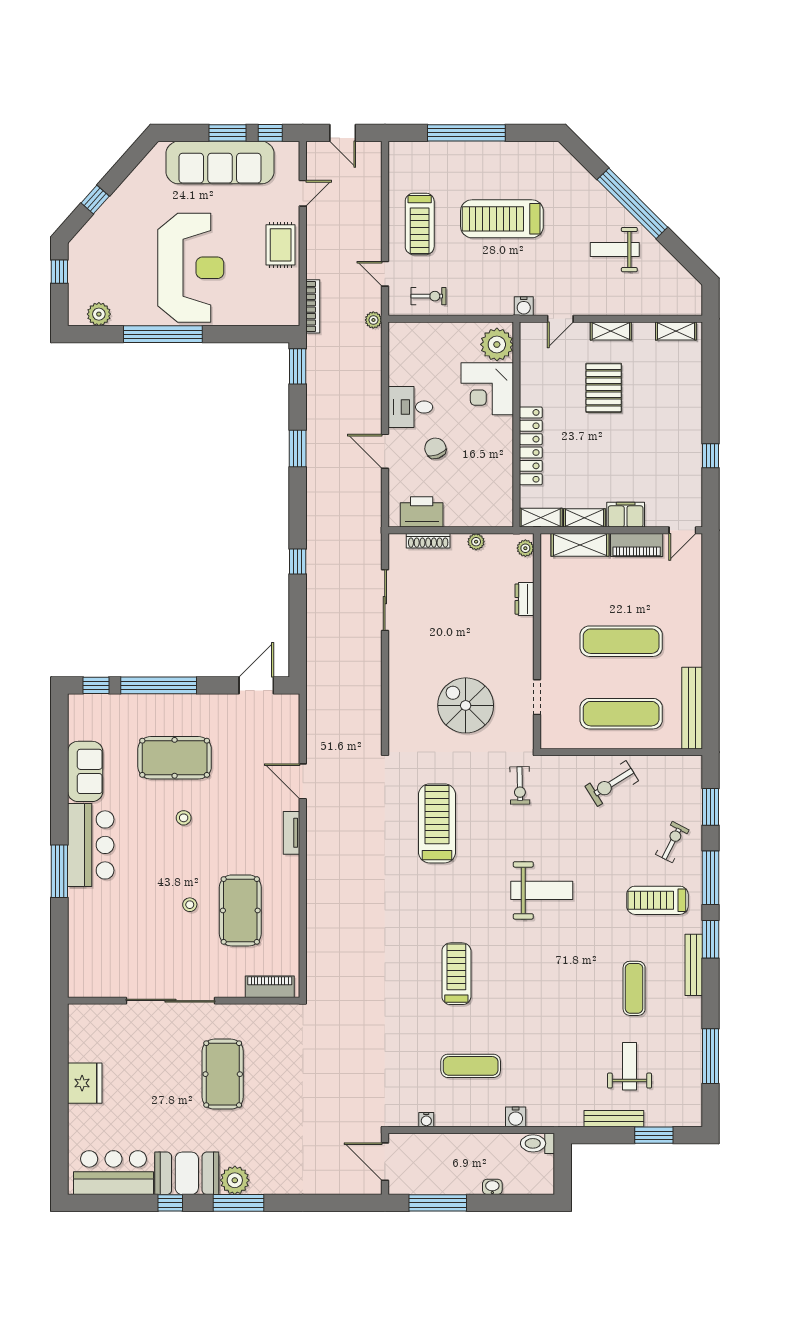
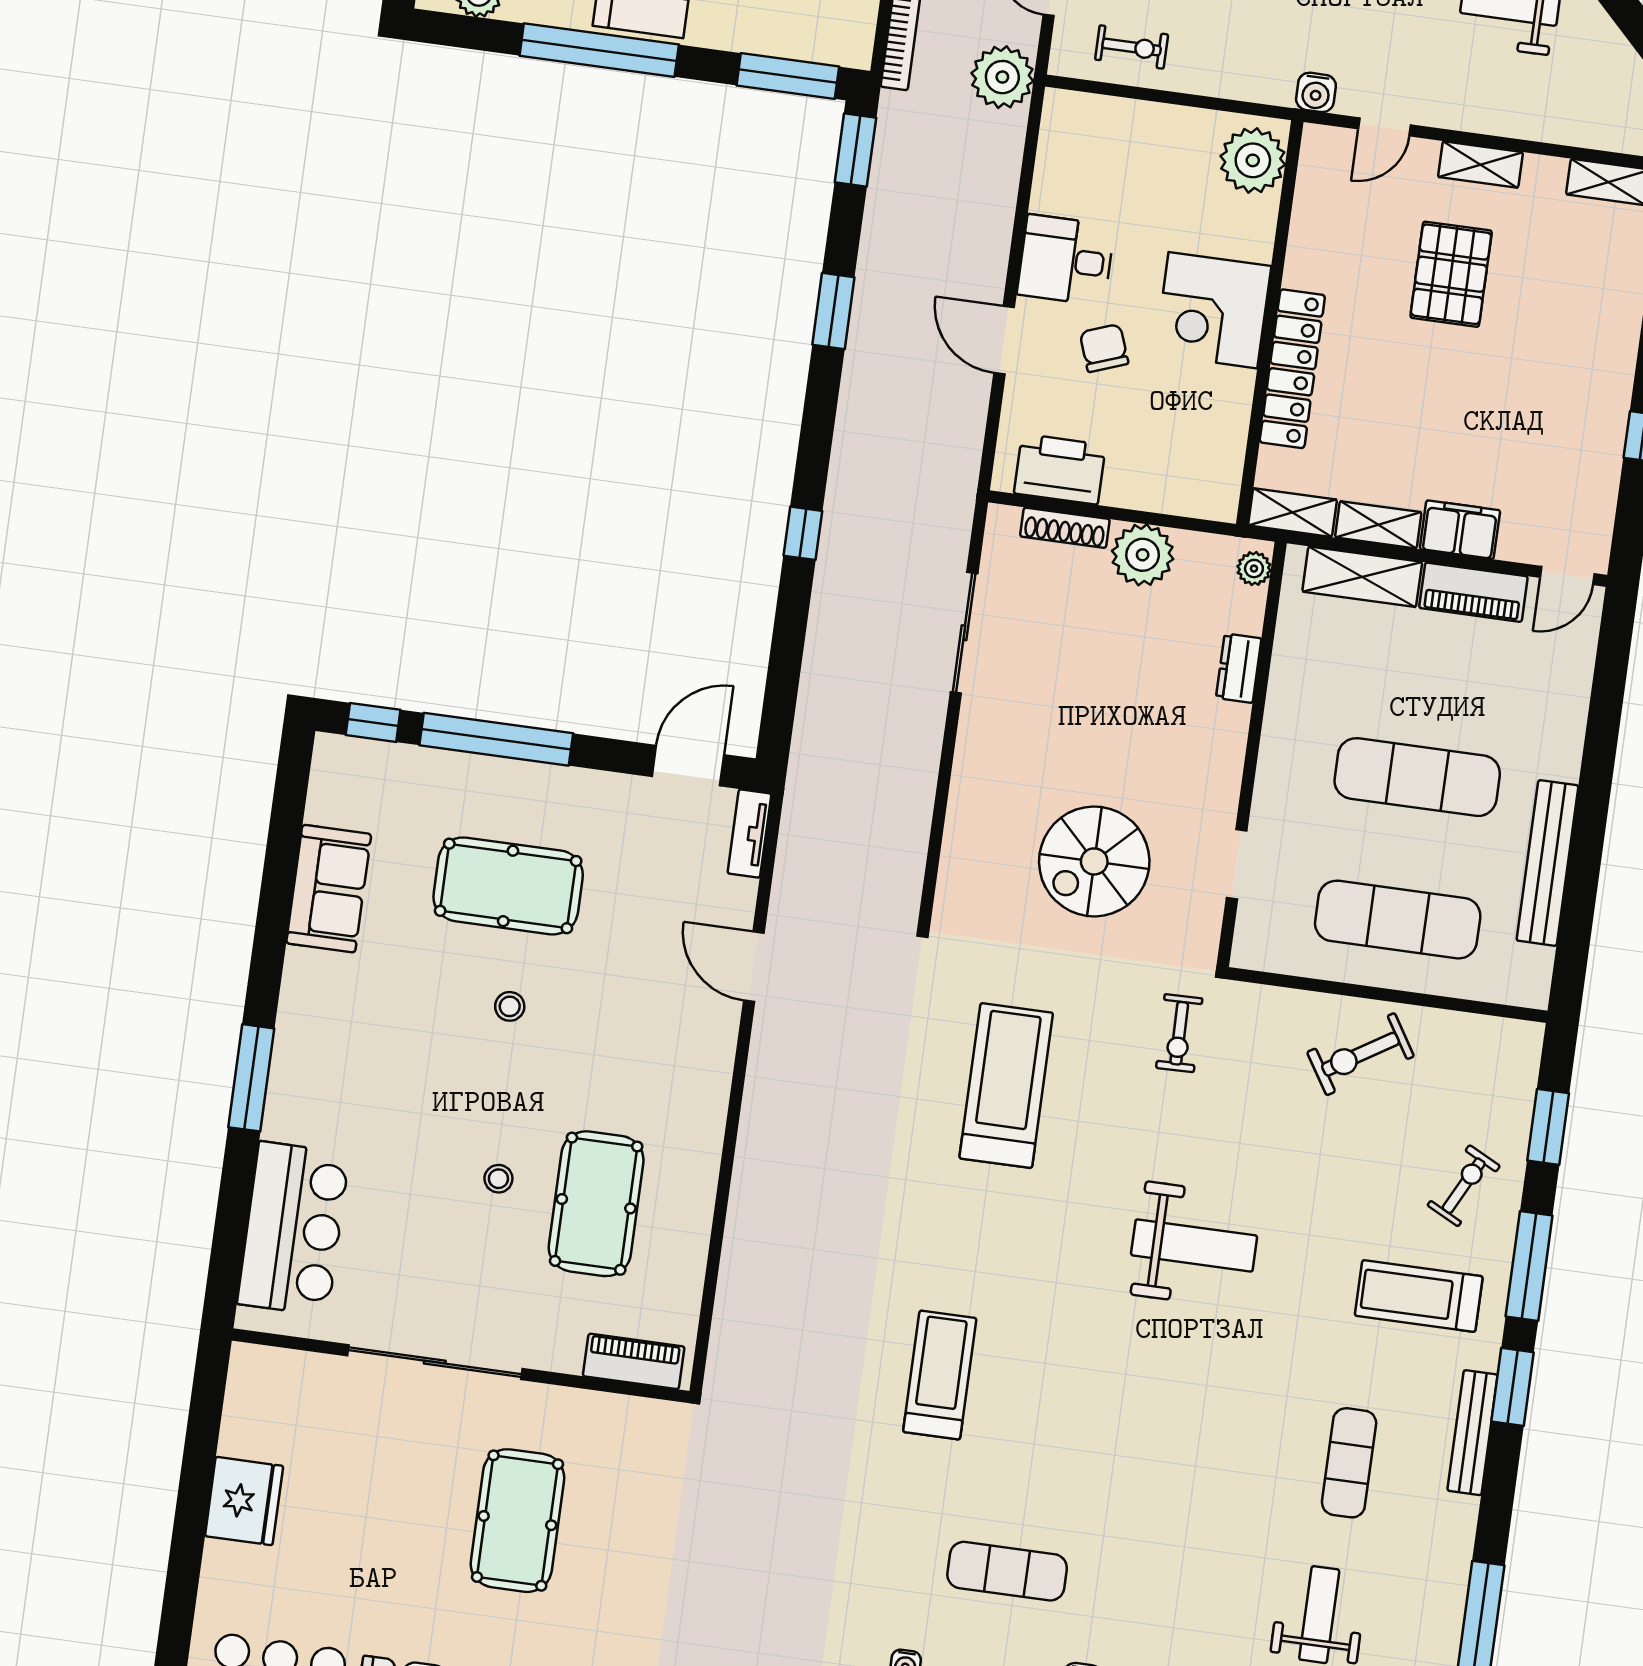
plant: (373, 320) -> (1002, 77), width x1.88, depth x1.88
window: (259, 334) -> (788, 76), added
corner desk: (487, 389) -> (1213, 310), moved
plant: (476, 542) -> (1143, 555), width x1.88, depth x1.88
spiral stairs: (466, 705) -> (1094, 861), turned -90
bench: (692, 708) -> (1547, 863), moved
tv unit: (292, 833) -> (749, 834), moved
bar counter: (91, 845) -> (293, 1229), moved
treadmill: (456, 974) -> (940, 1375), moved

